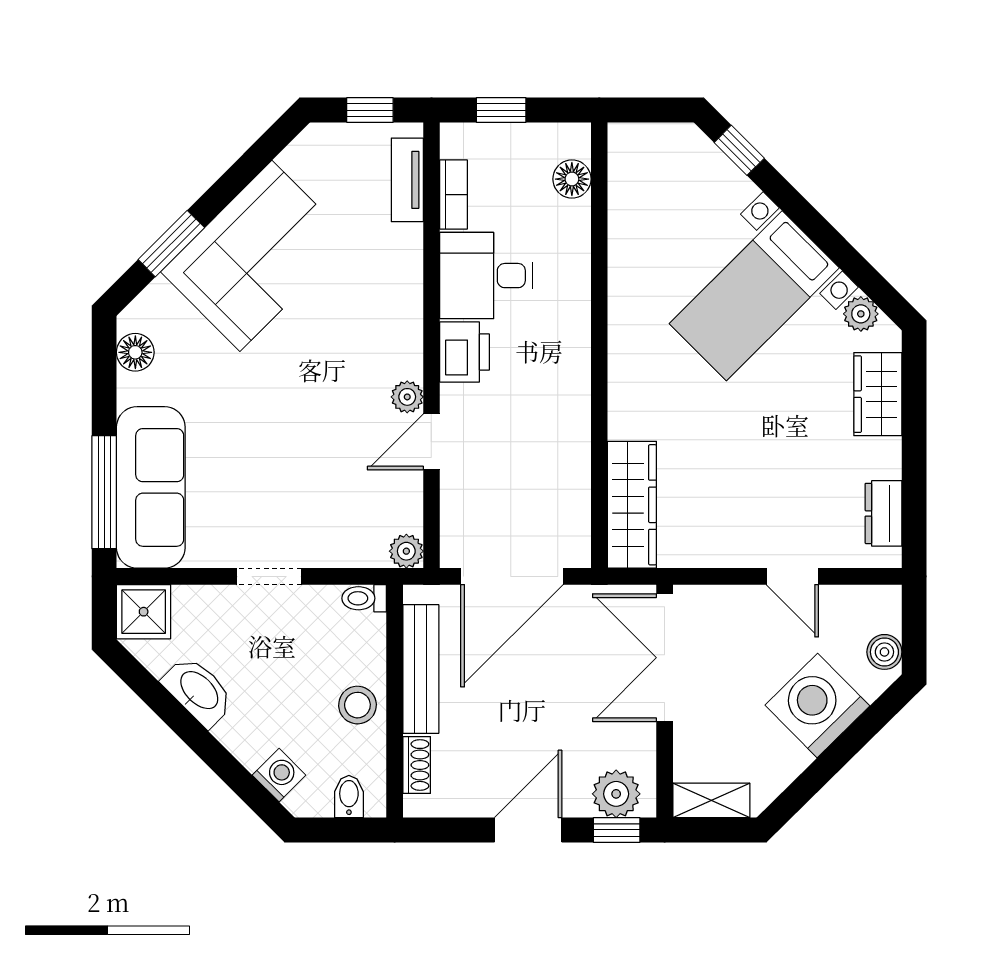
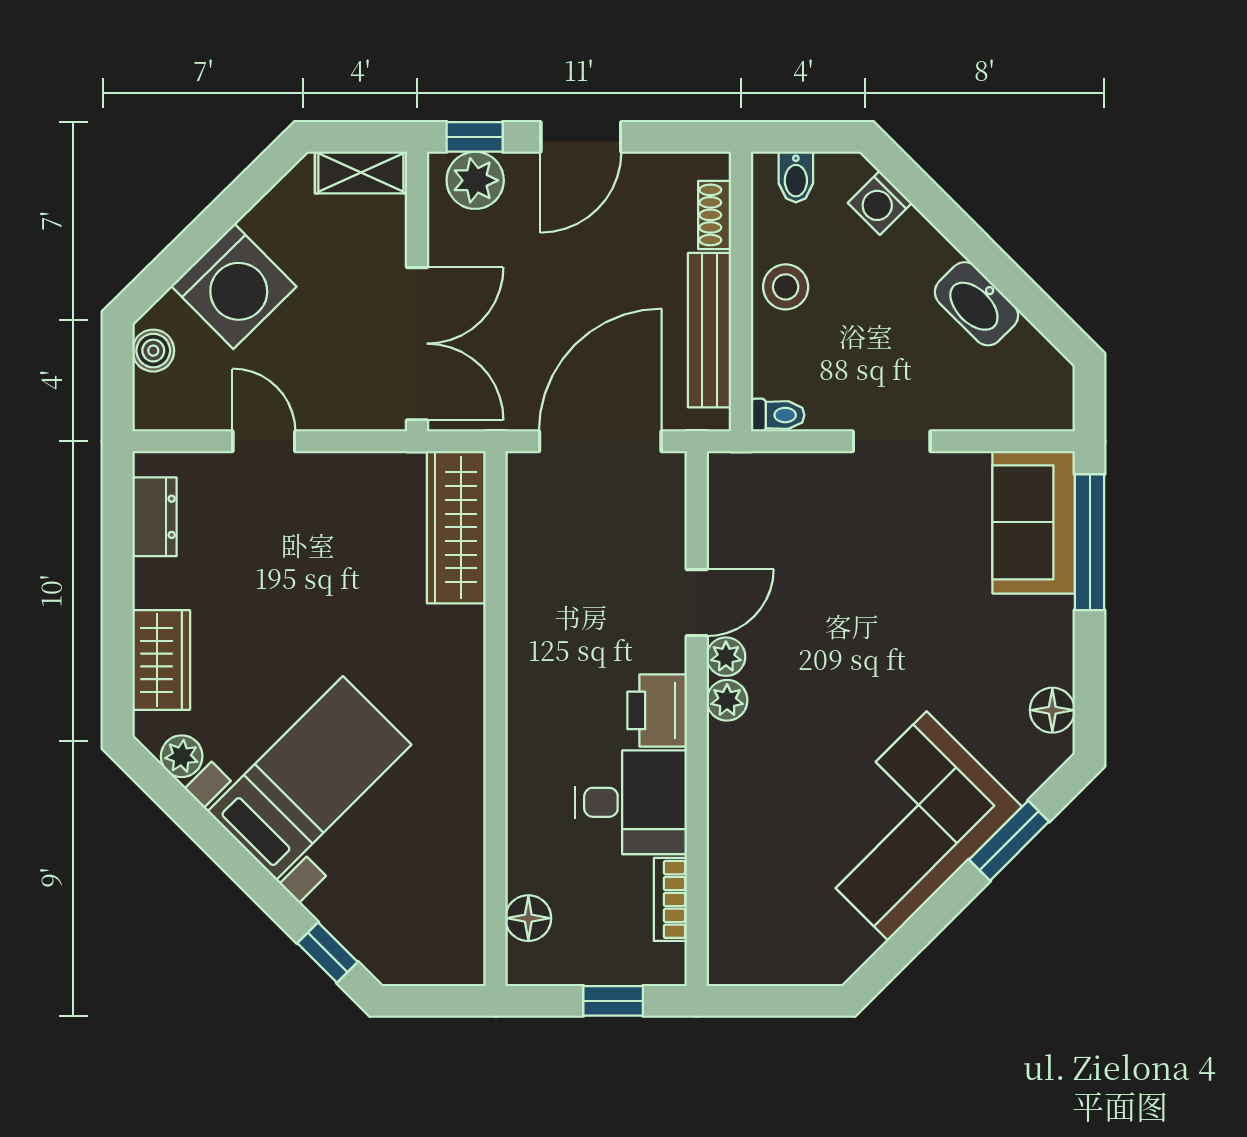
window: (370, 110) -> (771, 1001), removed
tv unit: (407, 180) -> (726, 917), removed
sofa: (151, 487) -> (1034, 522), width x0.73
plant: (406, 551) -> (727, 700), moved
shower: (144, 612) -> (1042, 399), removed

